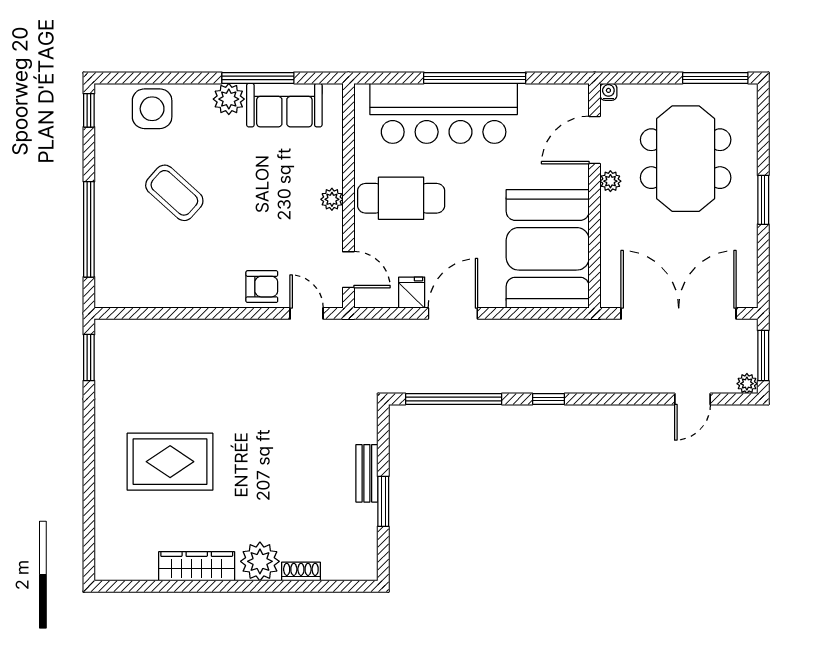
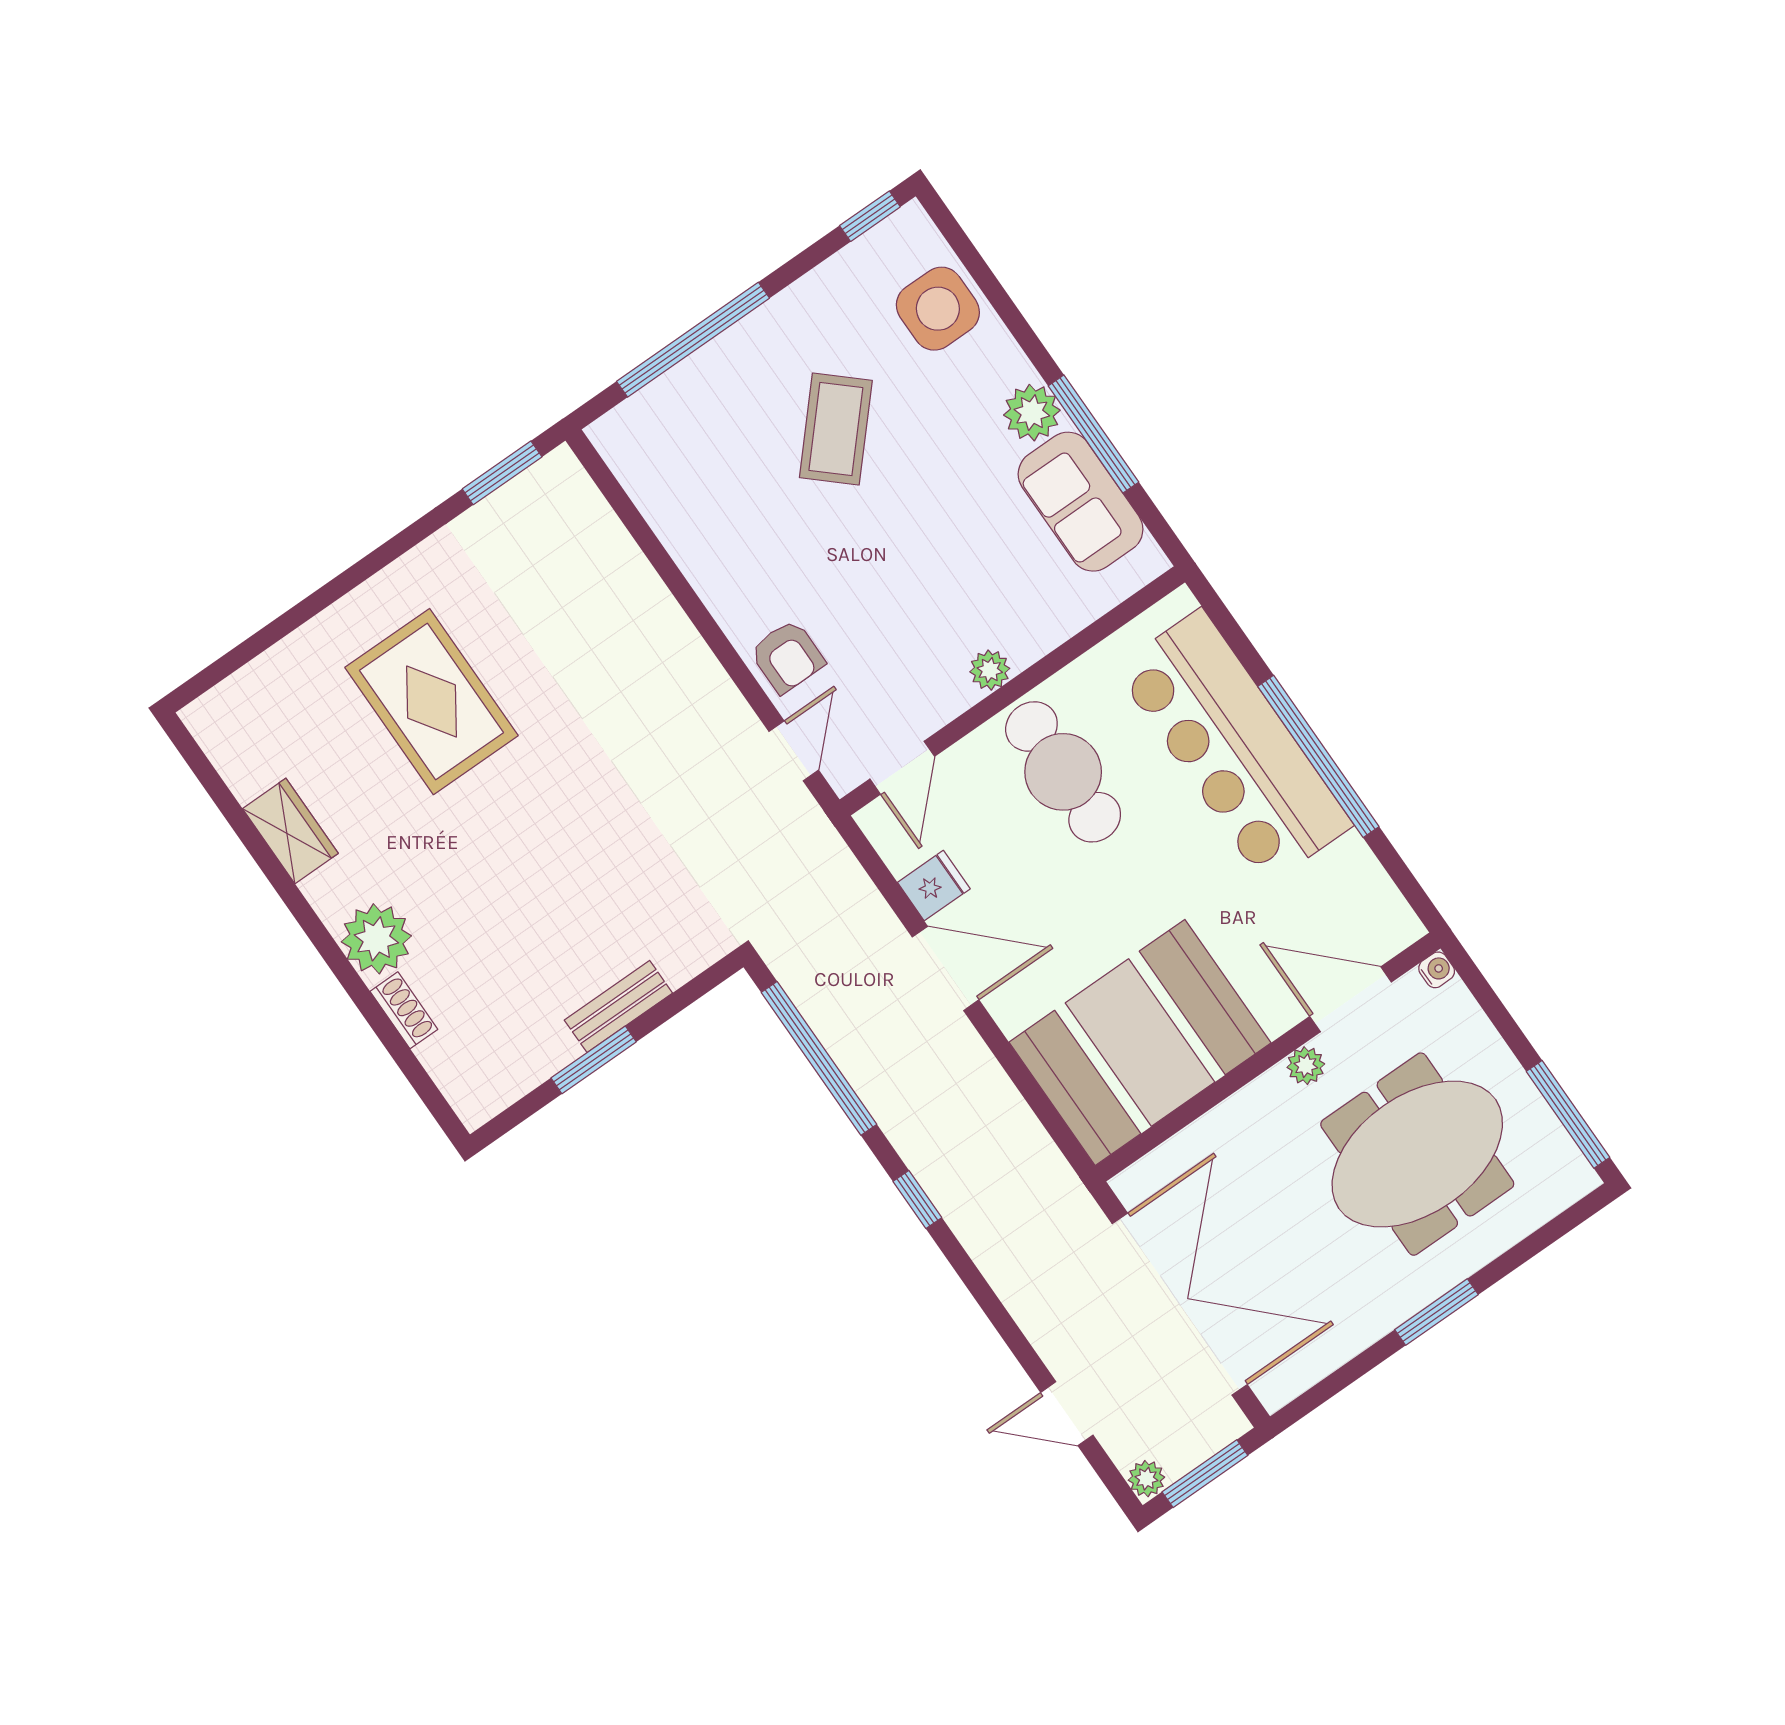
wardrobe: (197, 566) -> (290, 831), width x0.67

